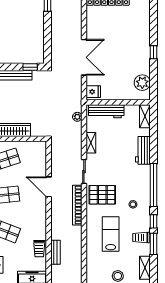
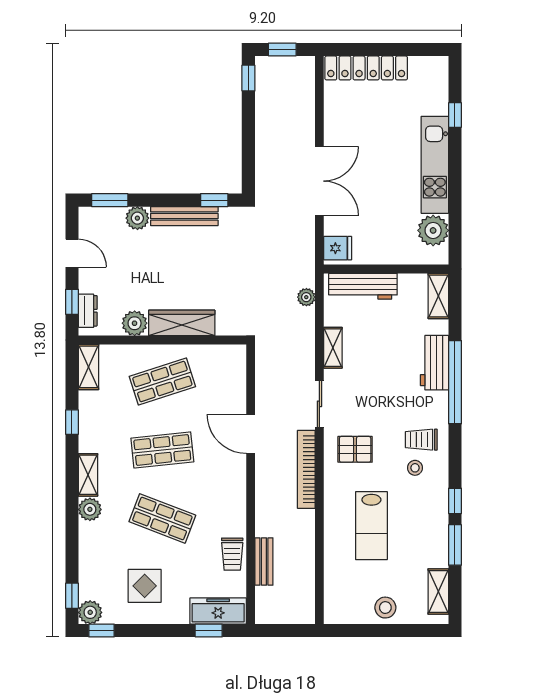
kitchen unit: (143, 49) -> (435, 165), added
window: (153, 52) -> (455, 115), moved
window: (153, 185) -> (455, 382), moved
pallet: (102, 195) -> (355, 449), width x0.67, depth x0.71
lab bench: (111, 234) -> (371, 526), turned 180
trolley: (141, 238) -> (421, 440), moved

